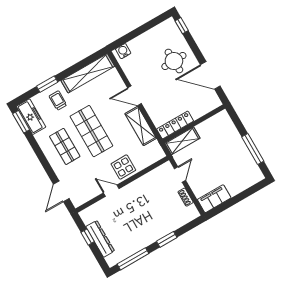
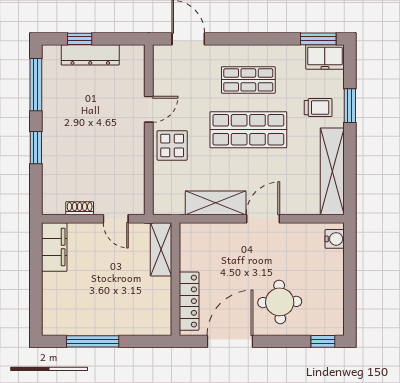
freezer: (31, 117) -> (325, 57), width x0.71
locker: (175, 125) -> (189, 301), moved
window: (88, 237) -> (80, 39), moved

